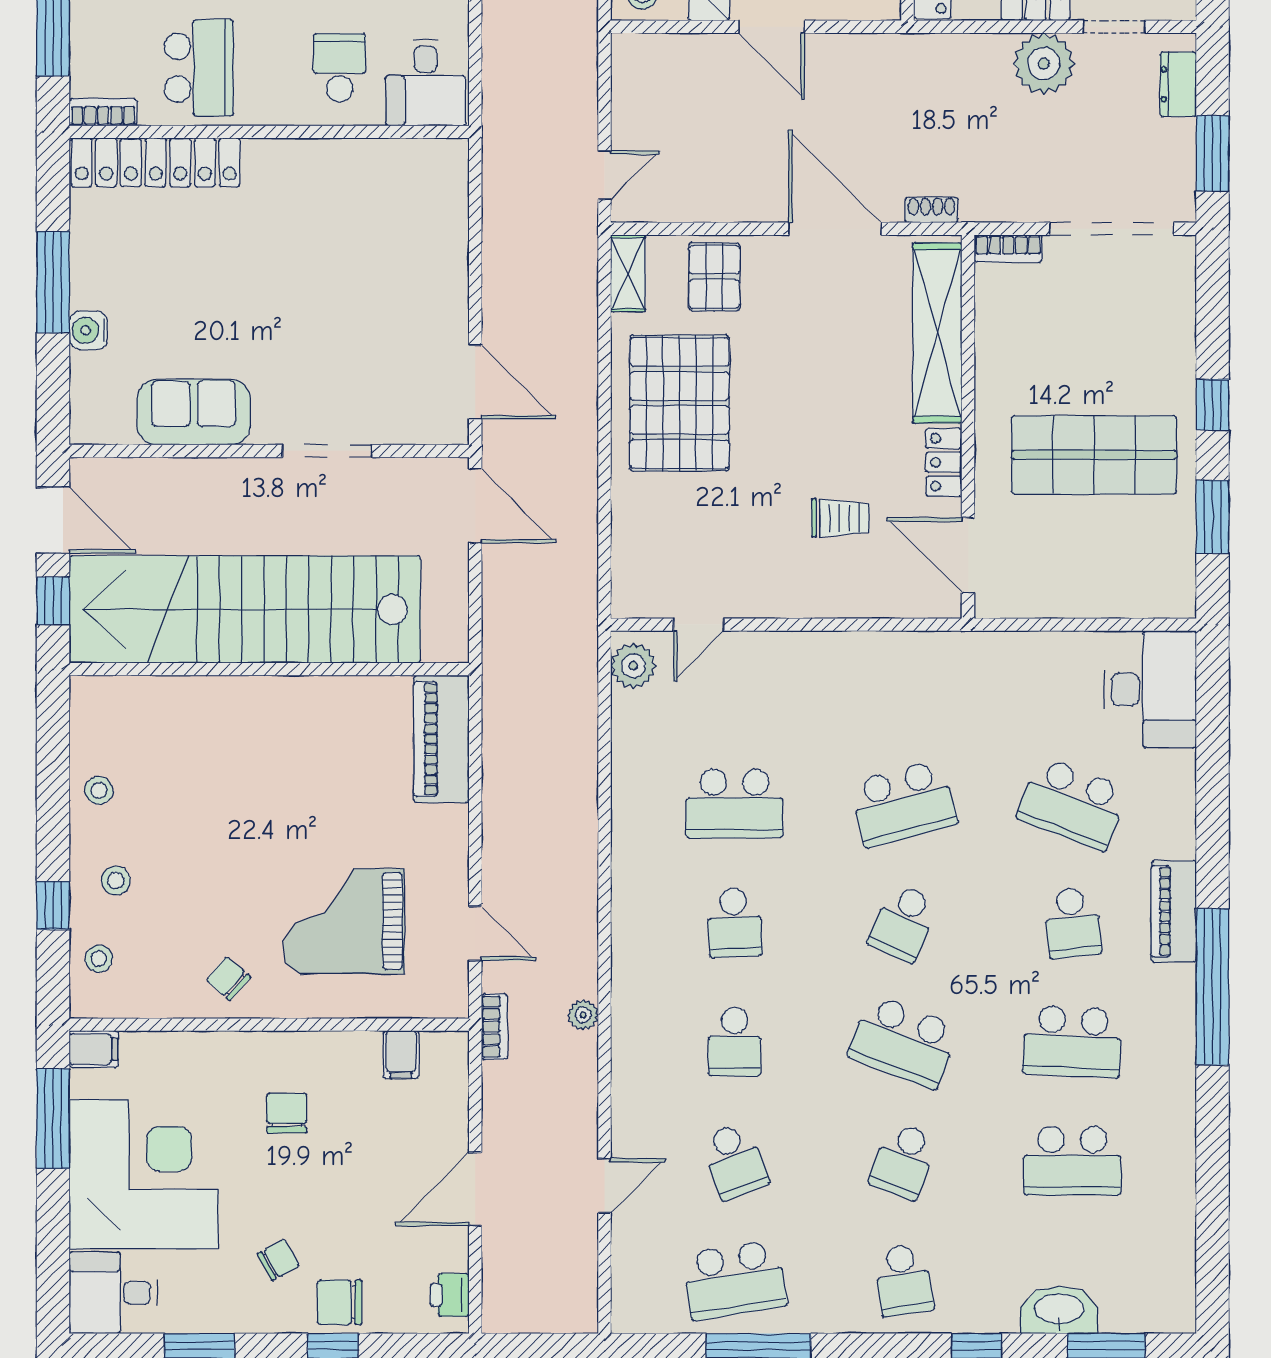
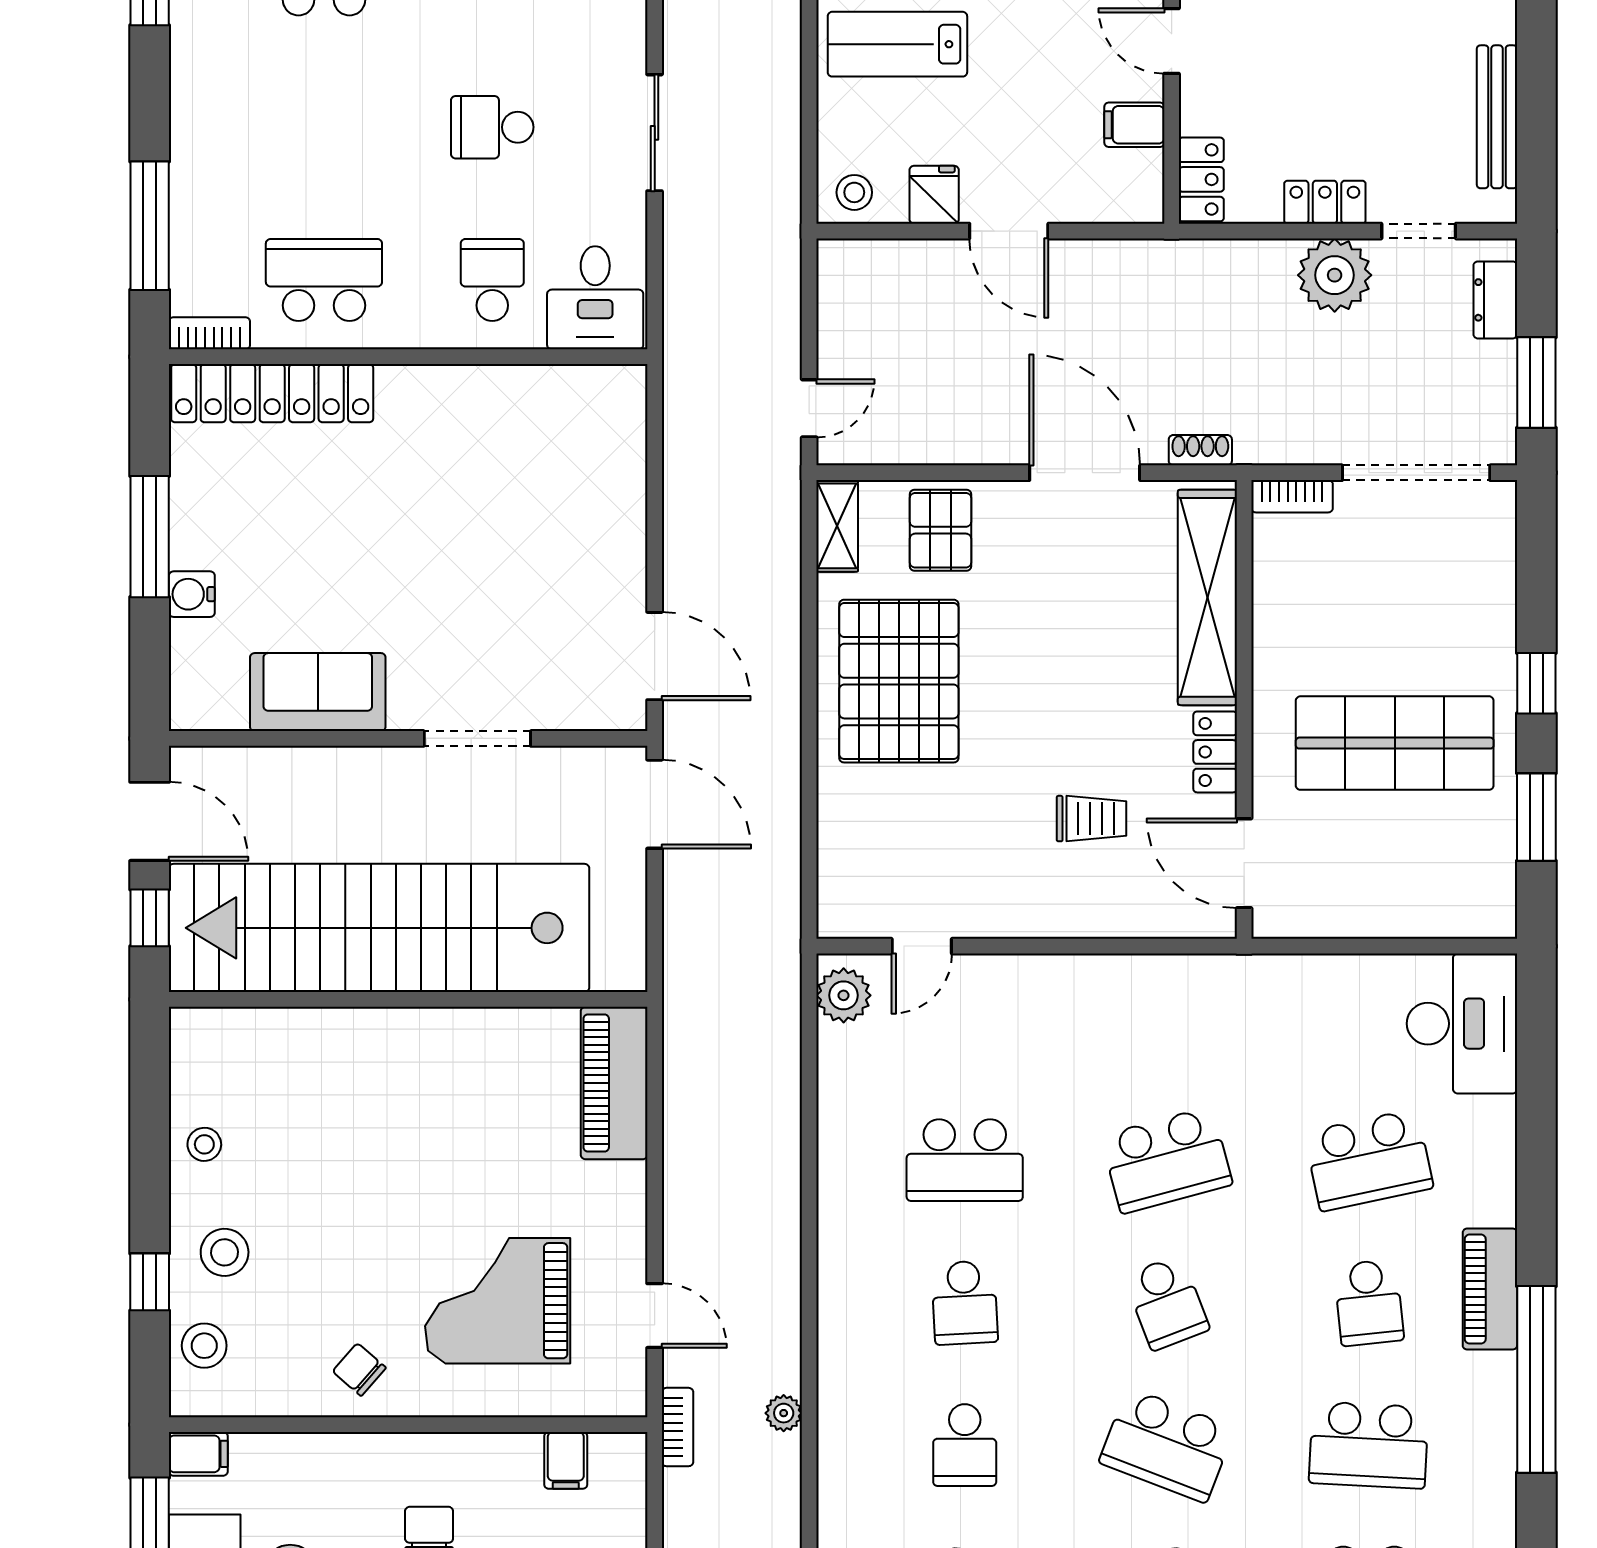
school desk: (199, 68) -> (324, 280), turned -90
school desk: (1072, 803) -> (1369, 1160), turned -33
stool: (116, 881) -> (225, 1252), width x1.37, depth x1.37
school desk: (903, 923) -> (1167, 1303), turned -45
stool: (99, 959) -> (204, 1346), width x1.37, depth x1.37

